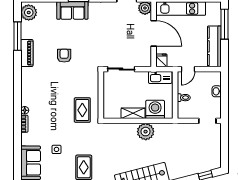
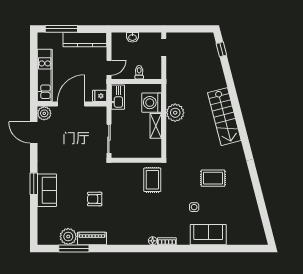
plant: (29, 13) -> (68, 236), moved
door: (188, 69) -> (109, 68), hinge flipped
rug: (82, 110) -> (152, 180), turned 90

